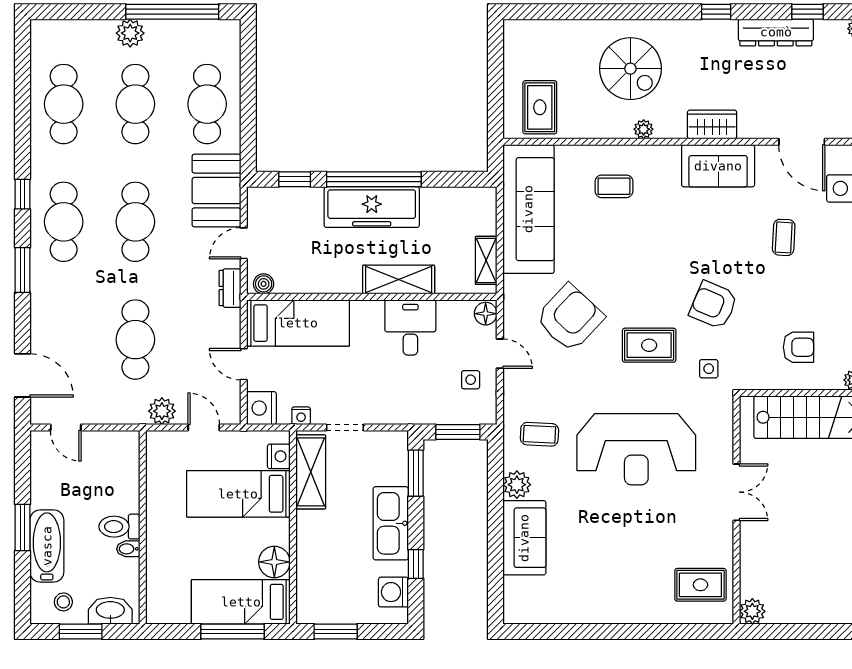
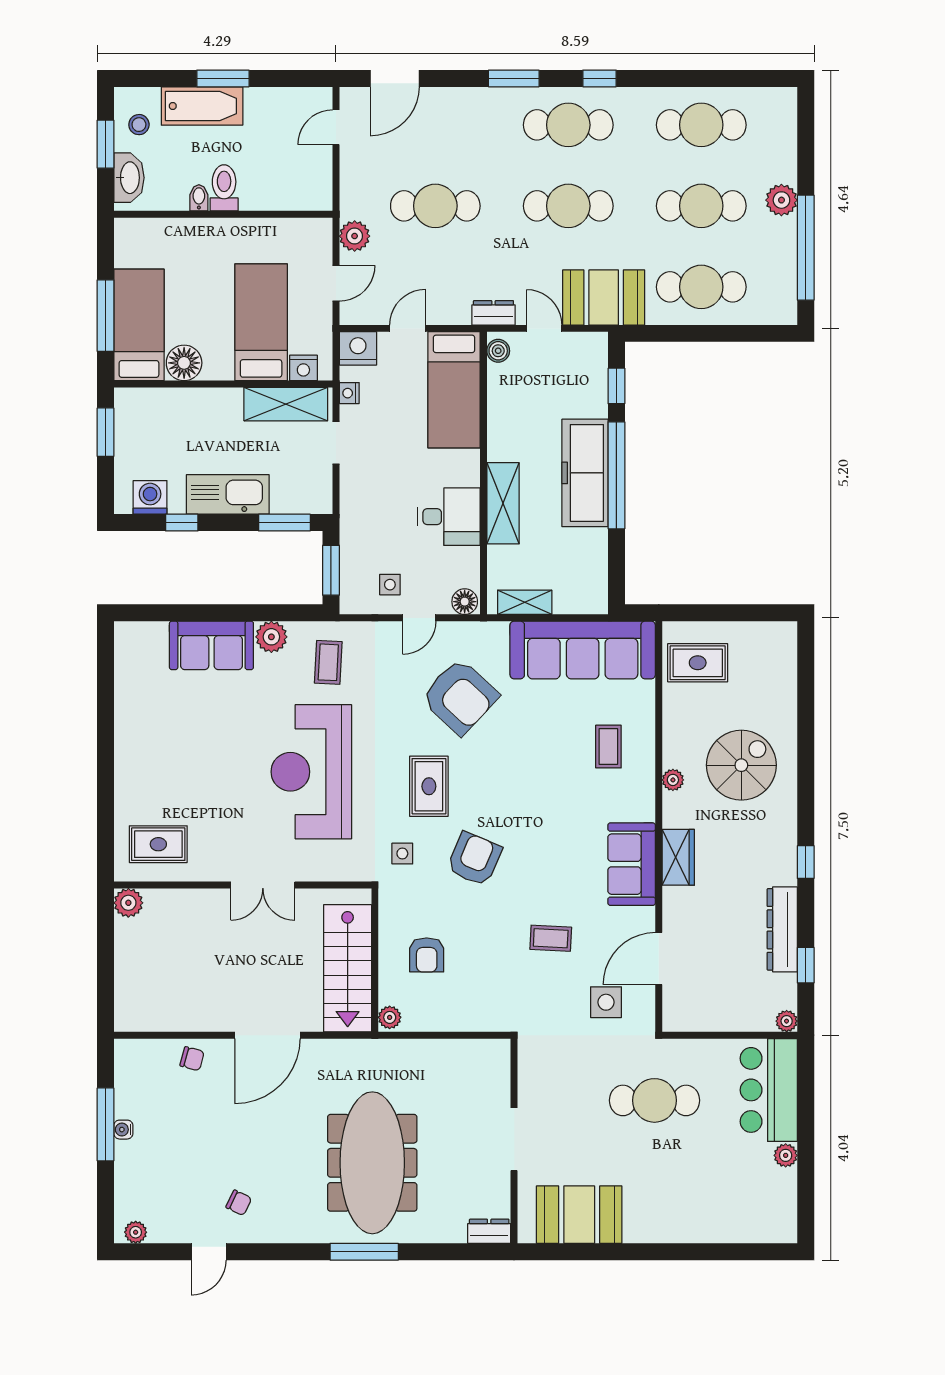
spiral stairs: (630, 69) -> (741, 765), turned 180
rug: (700, 585) -> (158, 844), turned 90

